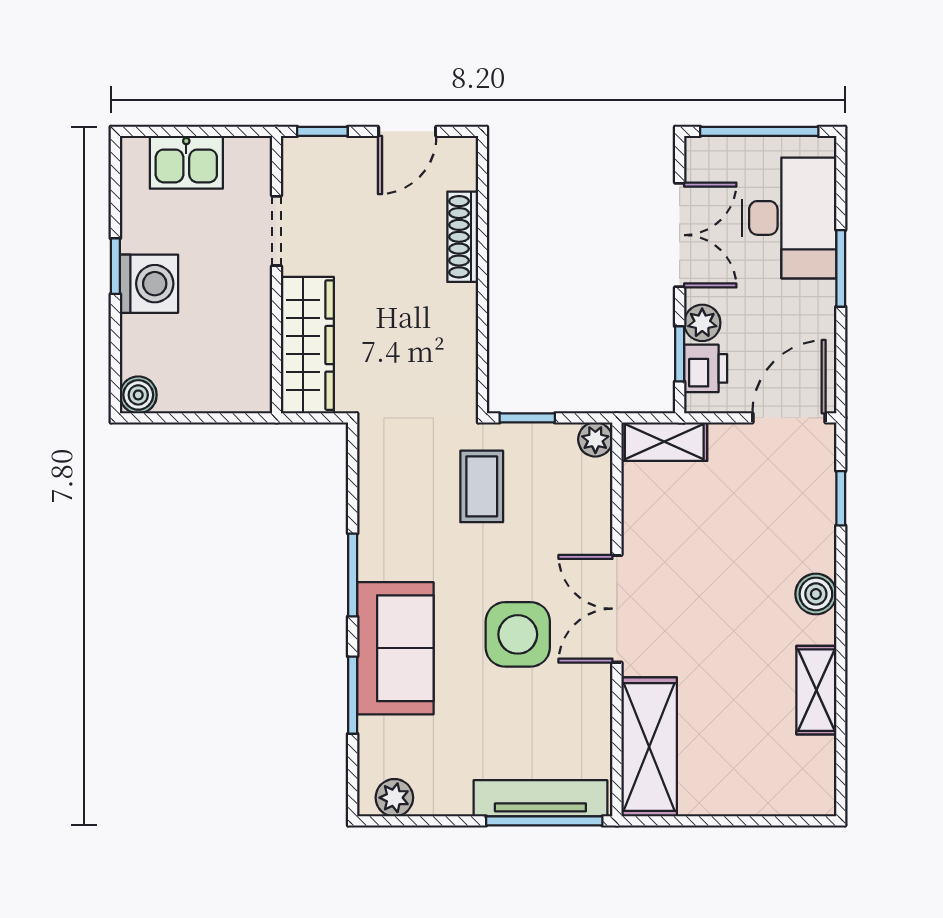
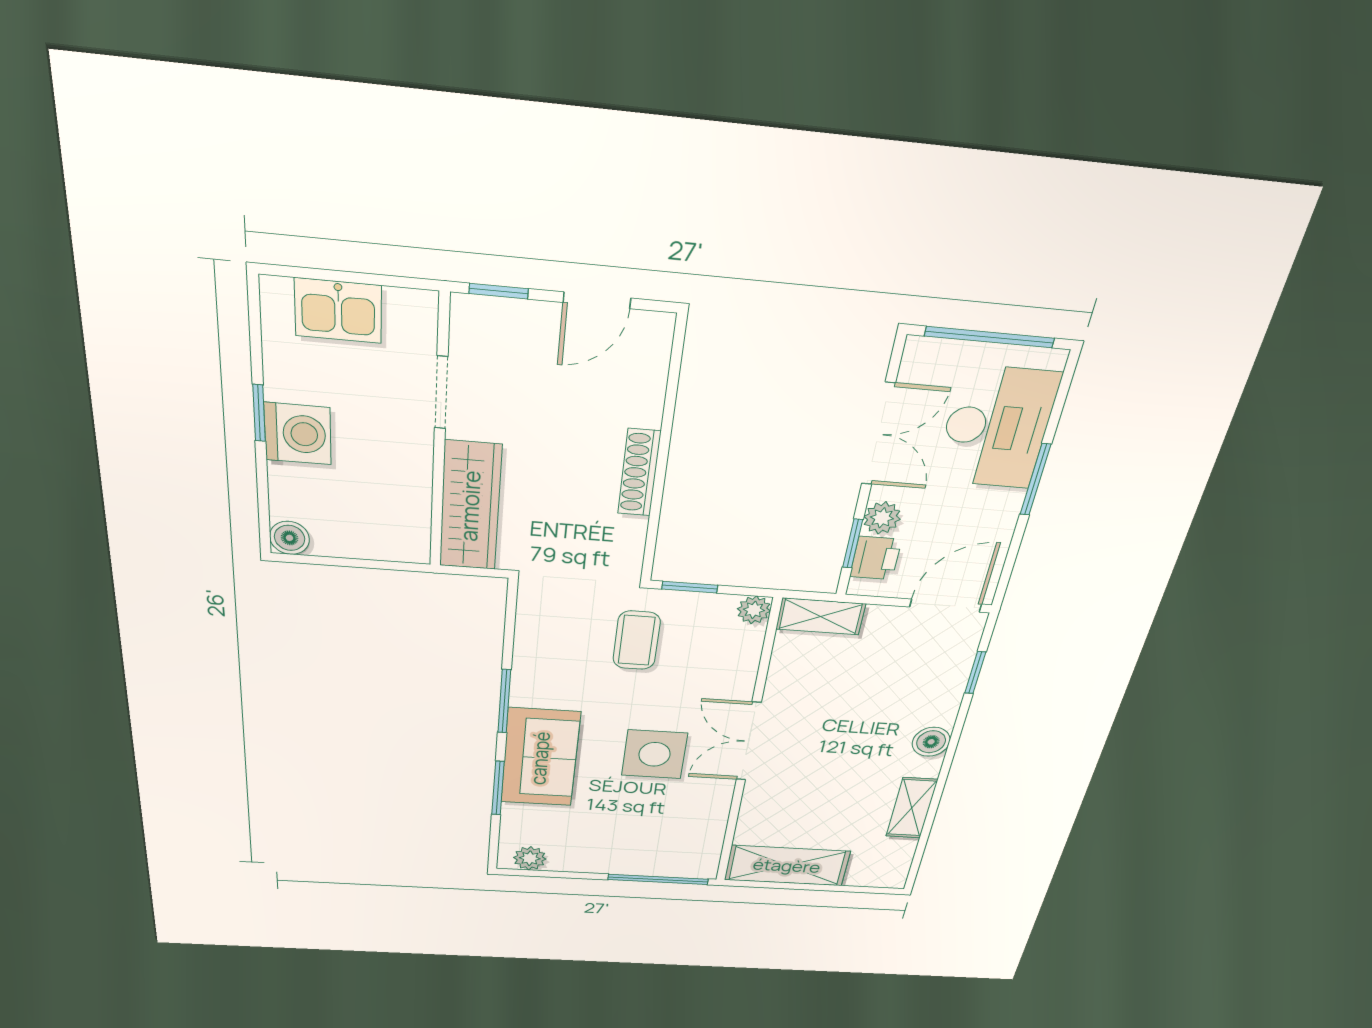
shoe rack: (463, 237) -> (639, 473), moved
shelving: (649, 747) -> (787, 866), moved, turned 90
tv unit: (540, 798) -> (657, 865), removed

